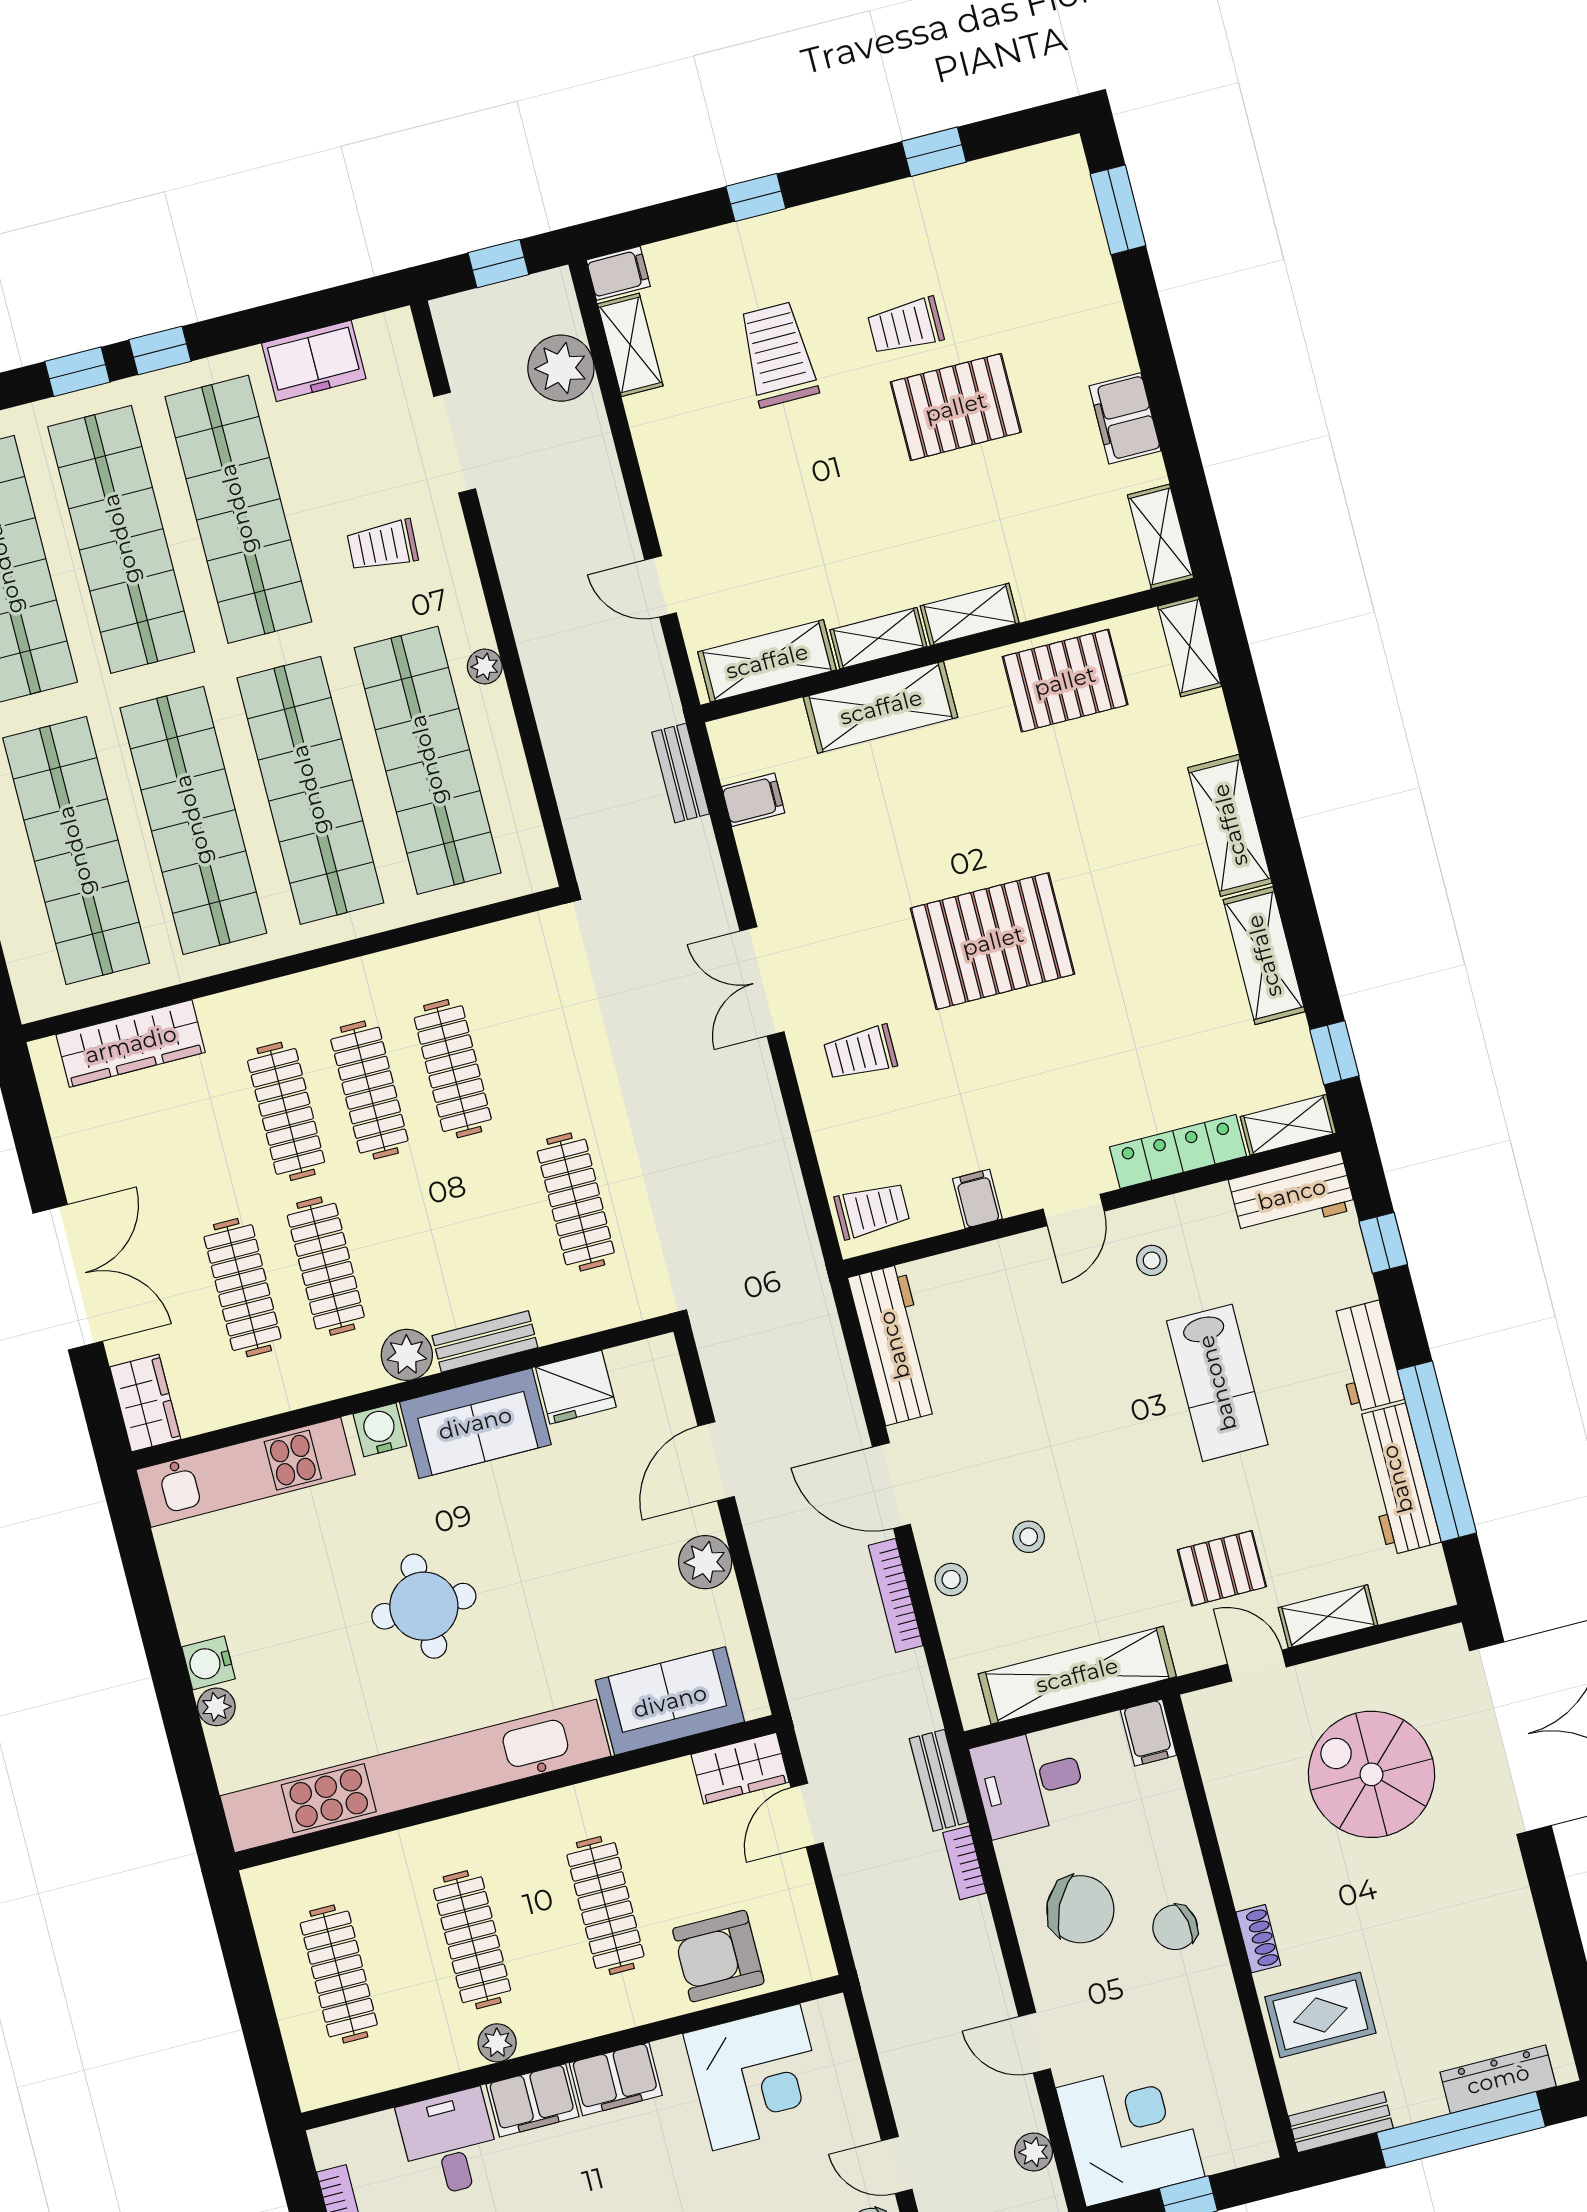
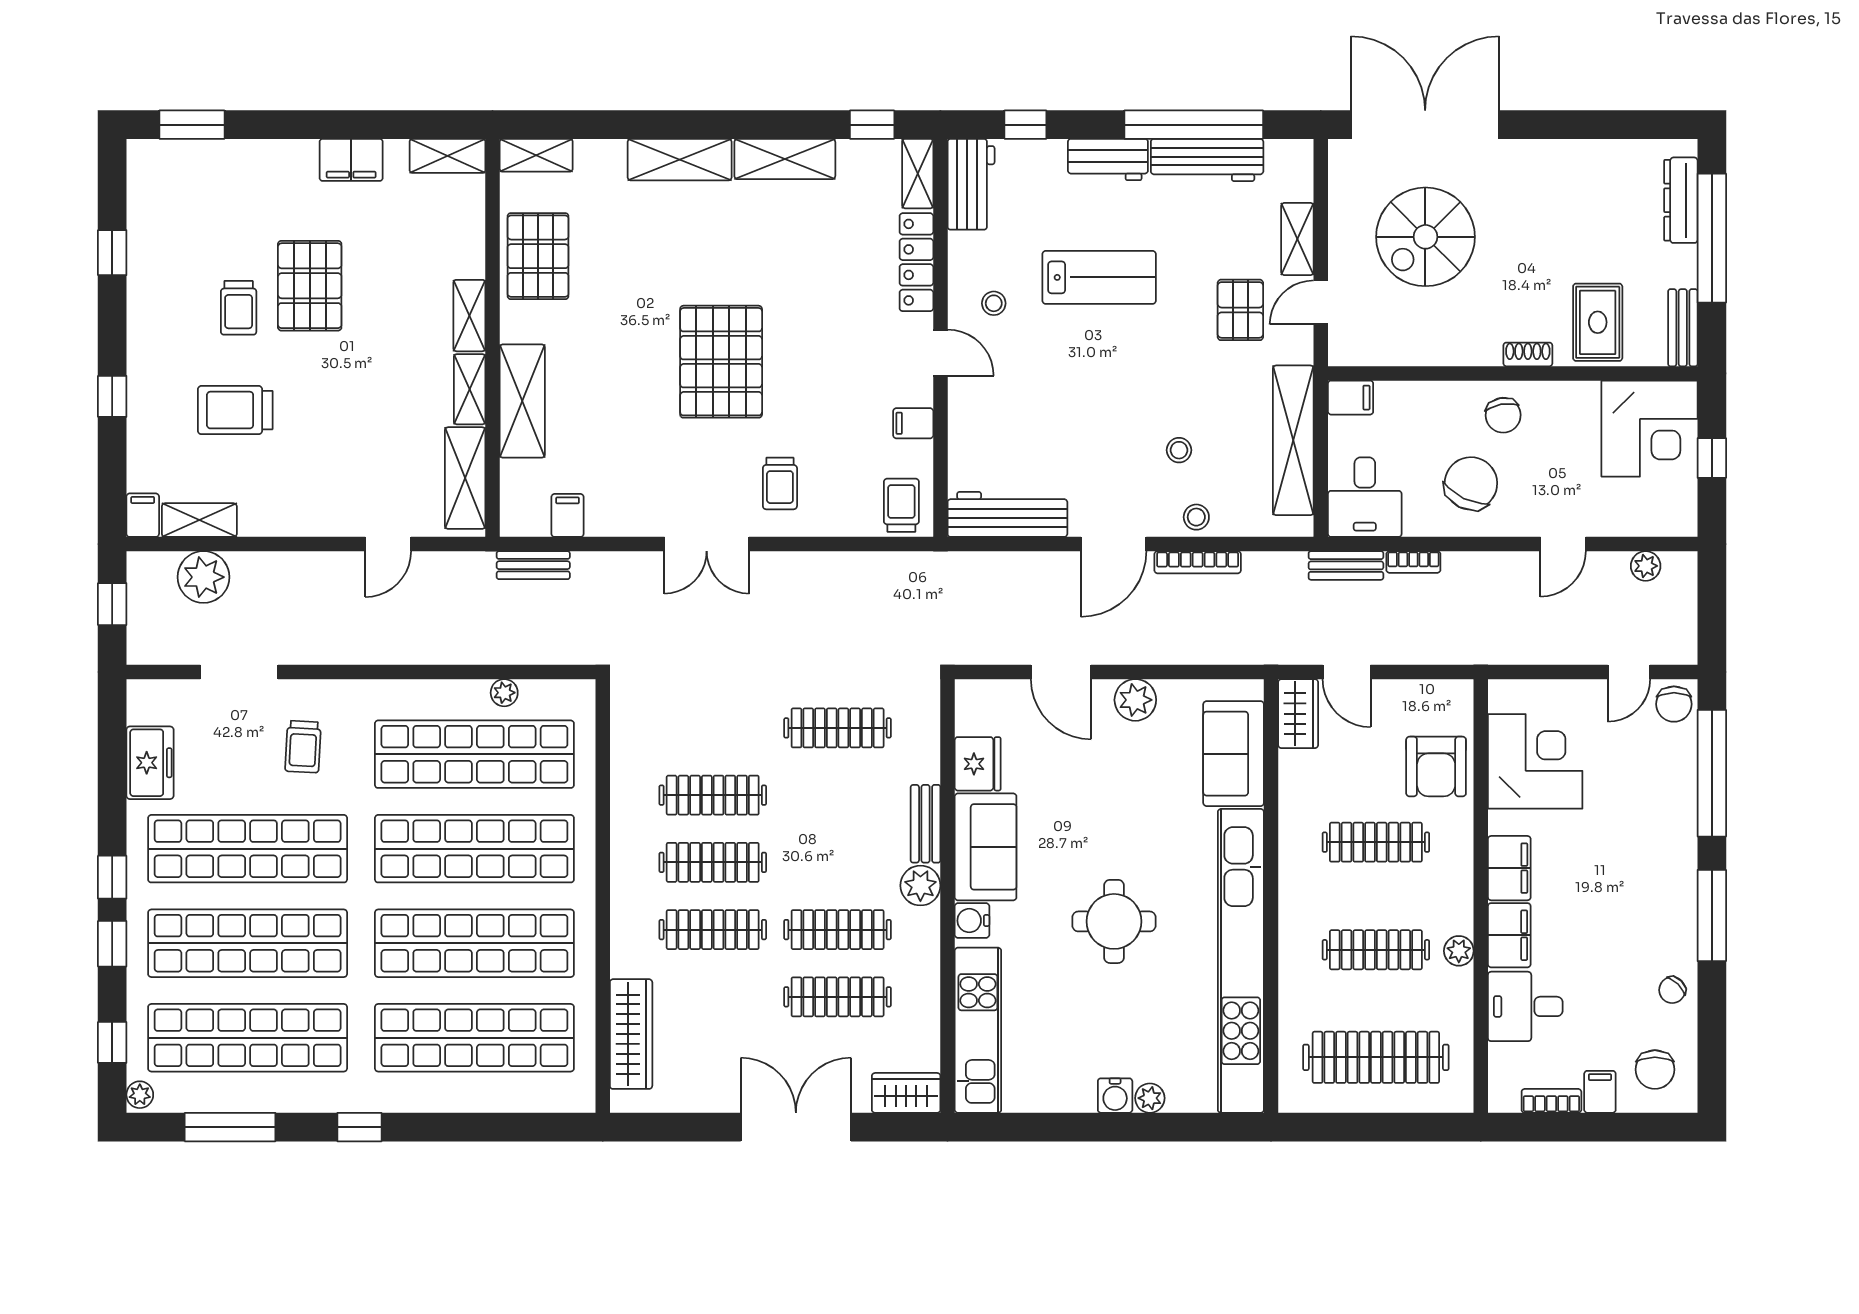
plant: (485, 666) -> (504, 693), moved
clothes rail: (339, 1974) -> (1376, 1057), width x1.37, depth x1.31
corner desk: (1130, 2132) -> (1650, 429), moved, turned 180

